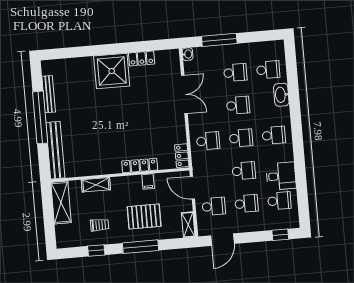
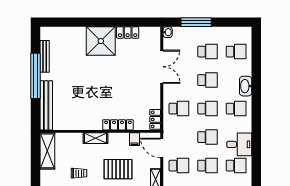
washbasin: (281, 95) -> (246, 86), moved
filing cabinet: (148, 182) -> (134, 139), moved
shelving: (96, 185) -> (95, 138), moved

